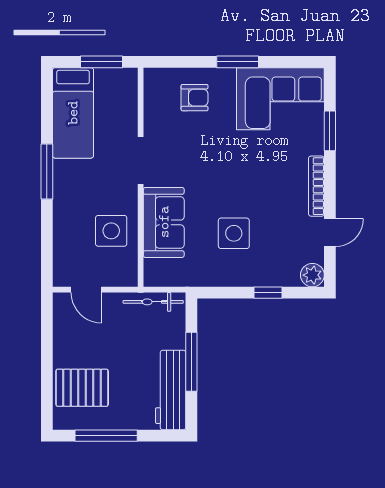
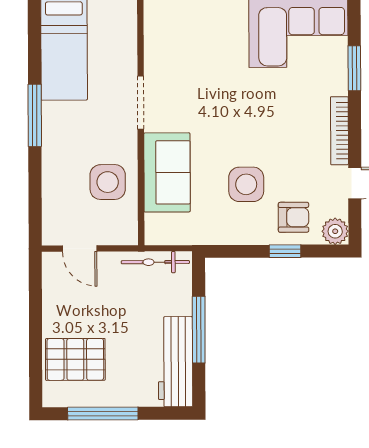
armchair: (195, 98) -> (294, 217), moved

